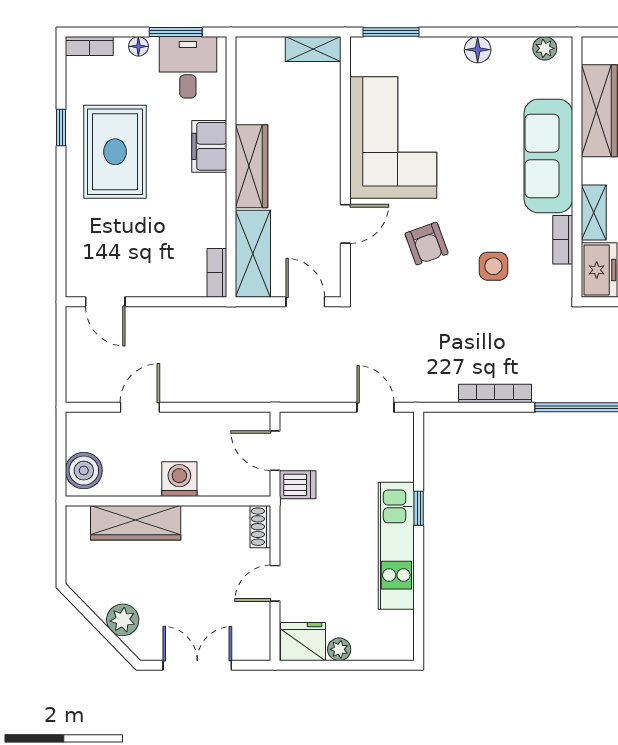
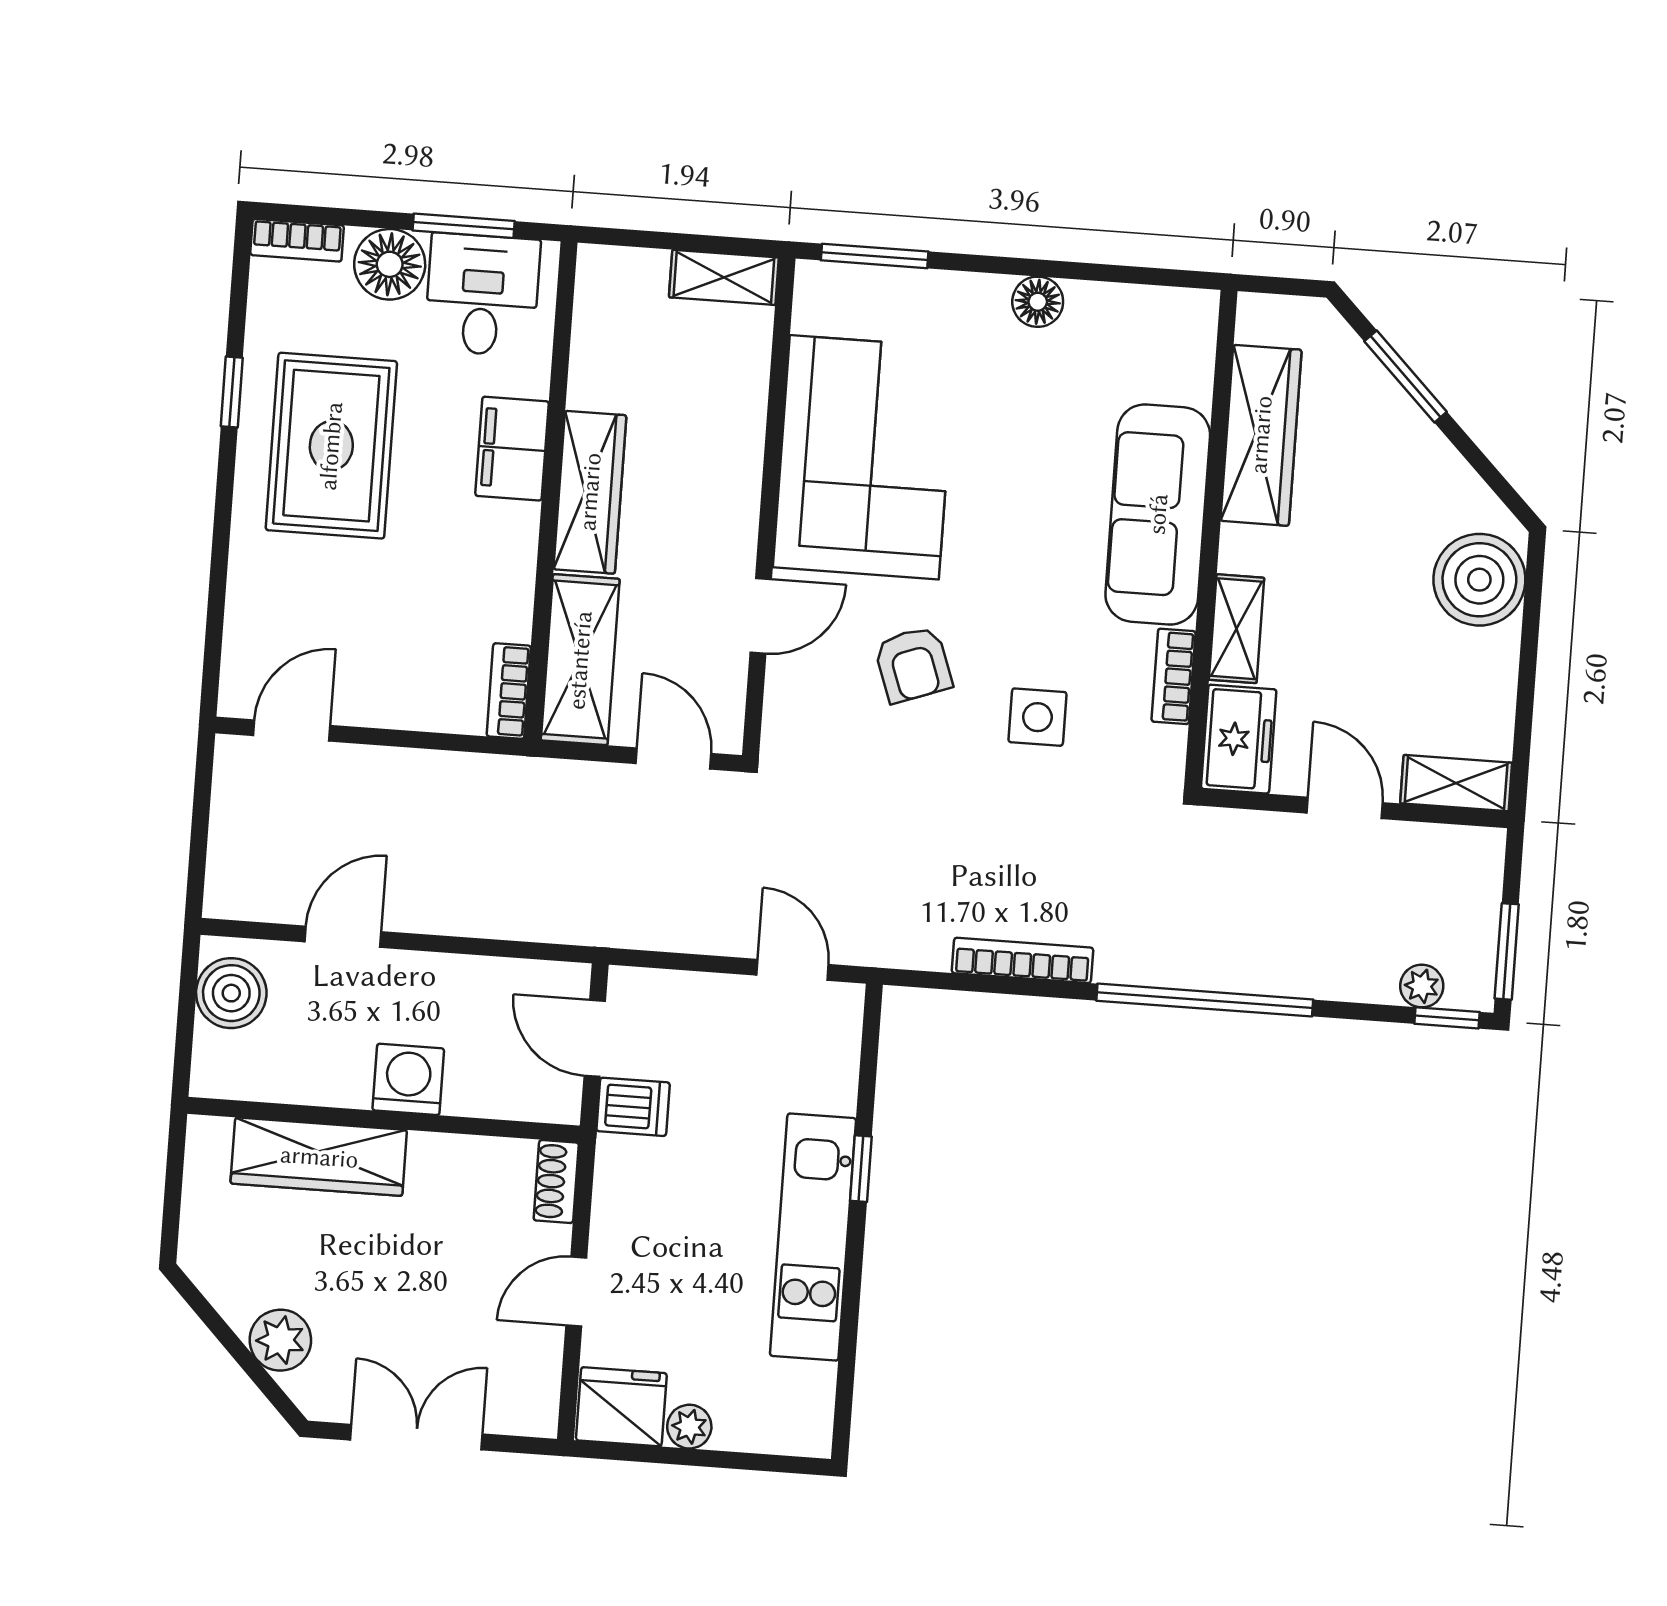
floor lamp: (138, 46) -> (390, 264), width x1.89, depth x1.89
plant: (545, 48) -> (1166, 309), removed
door: (105, 302) -> (292, 731), swing flipped
boiler: (84, 471) -> (231, 993), moved

